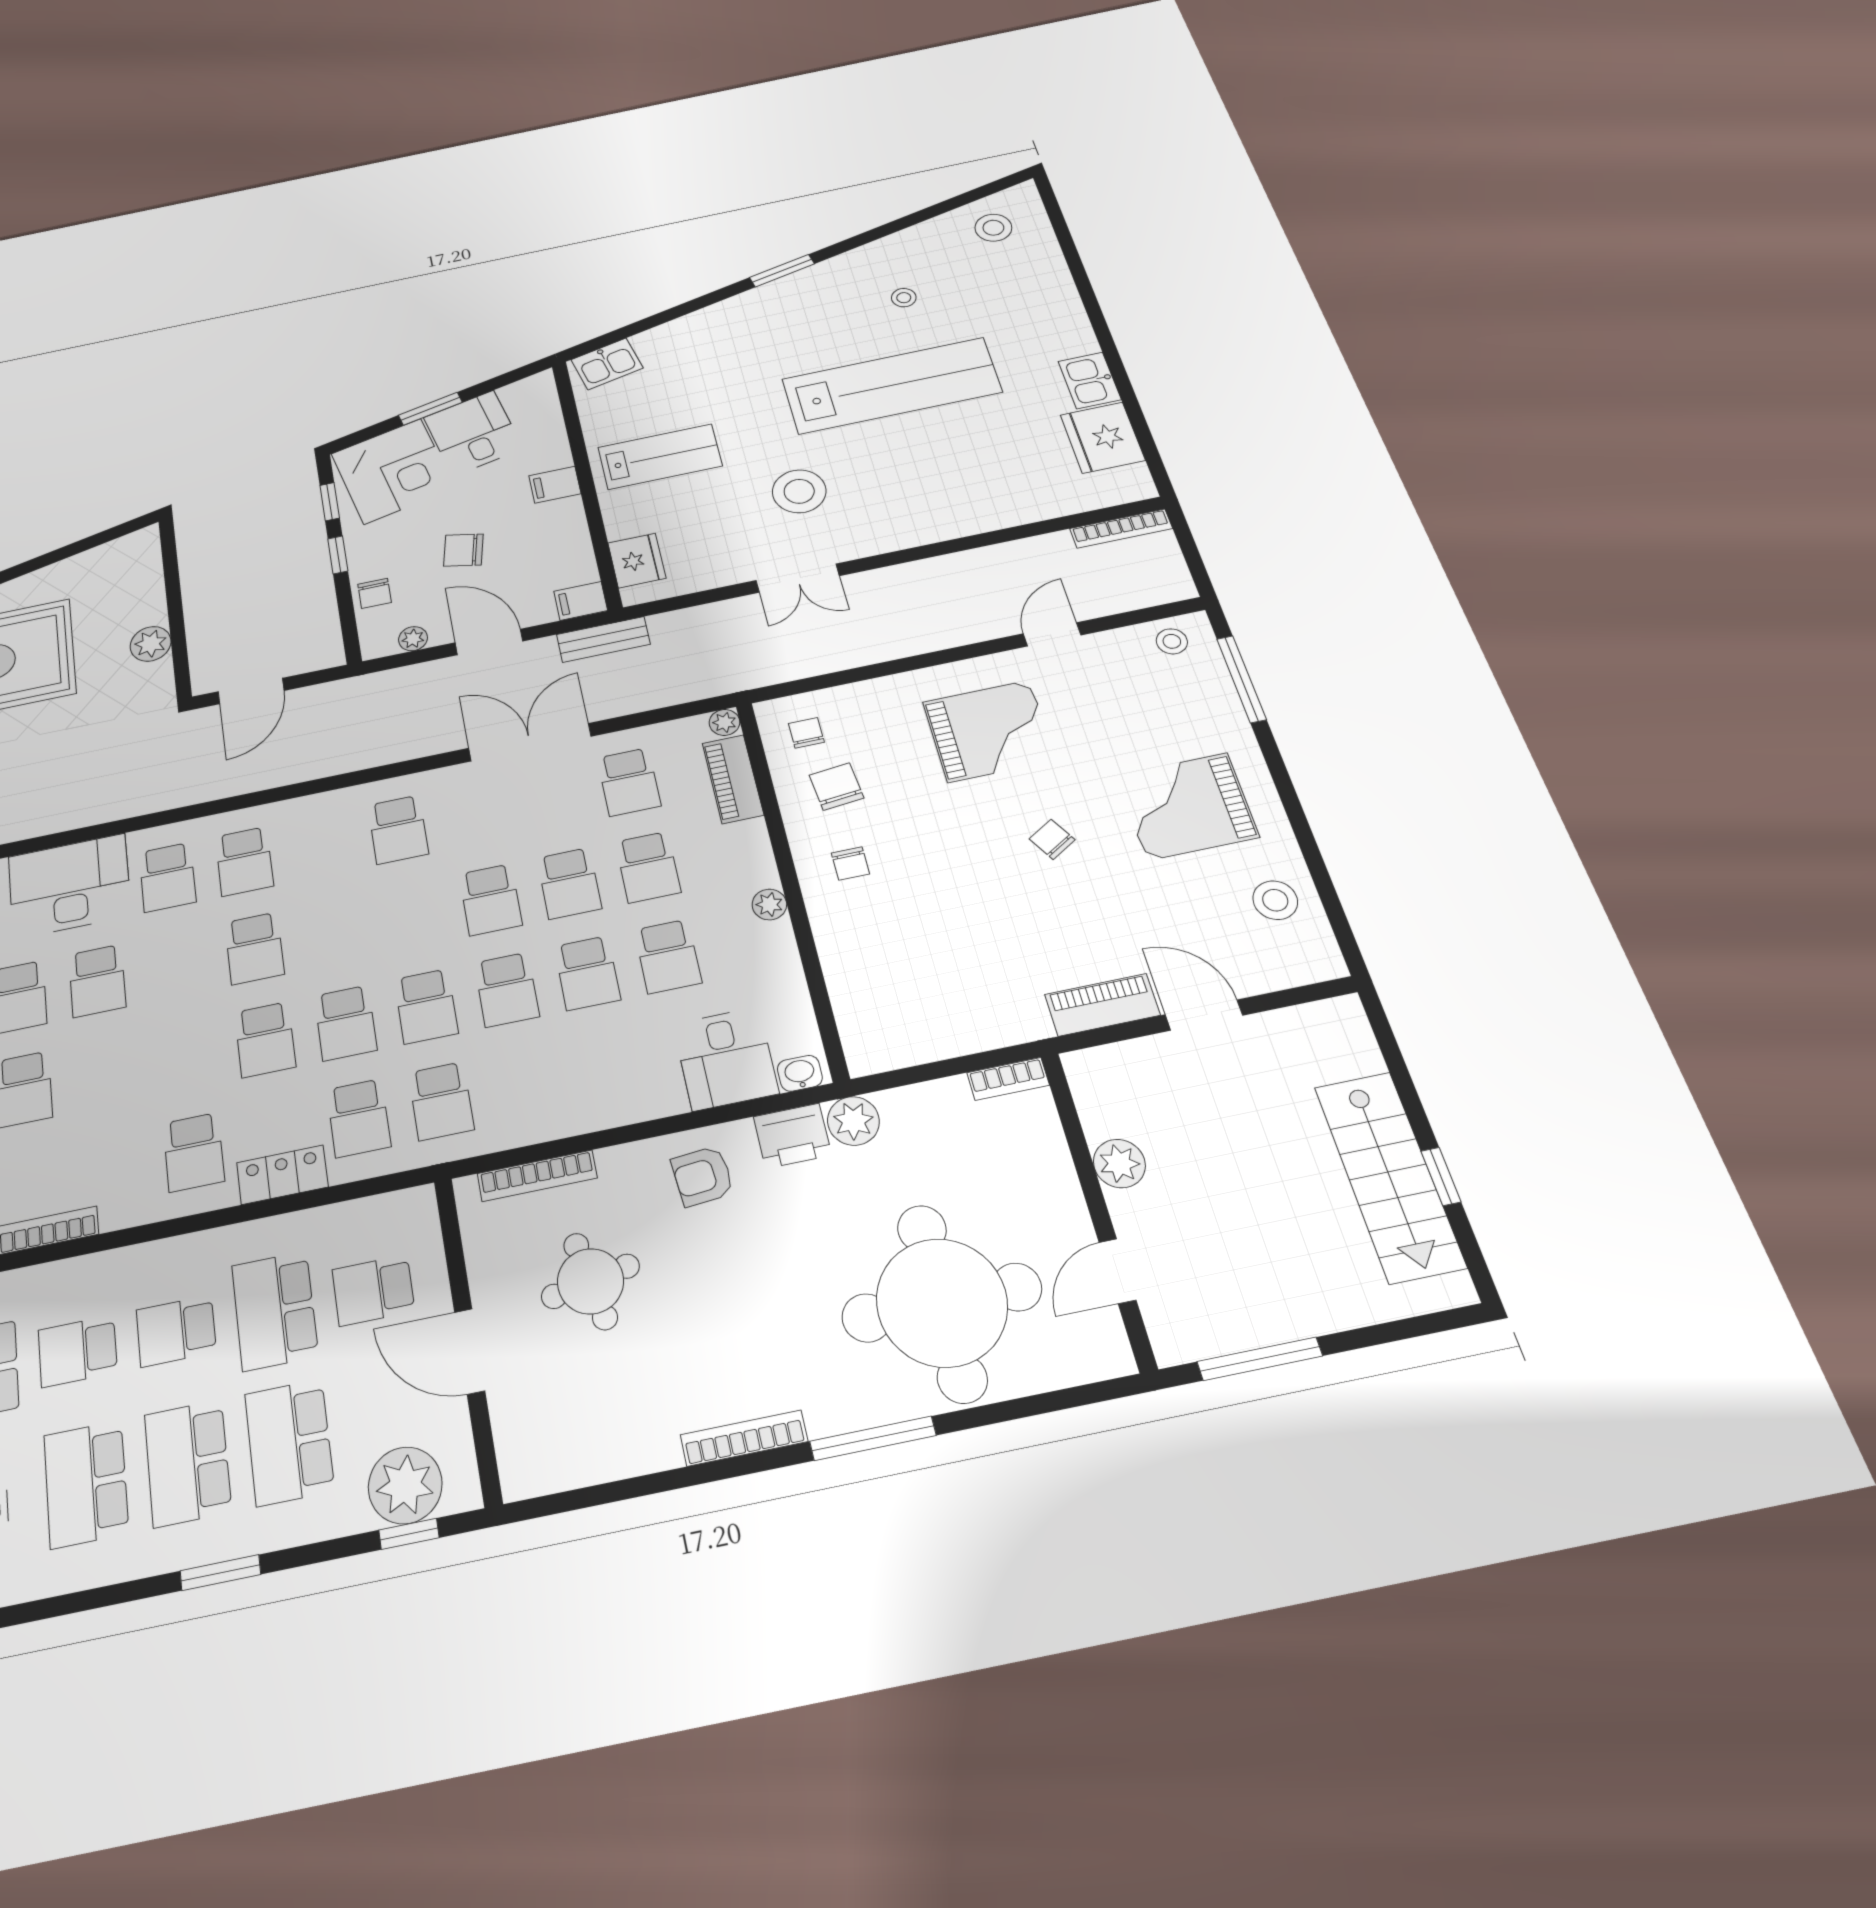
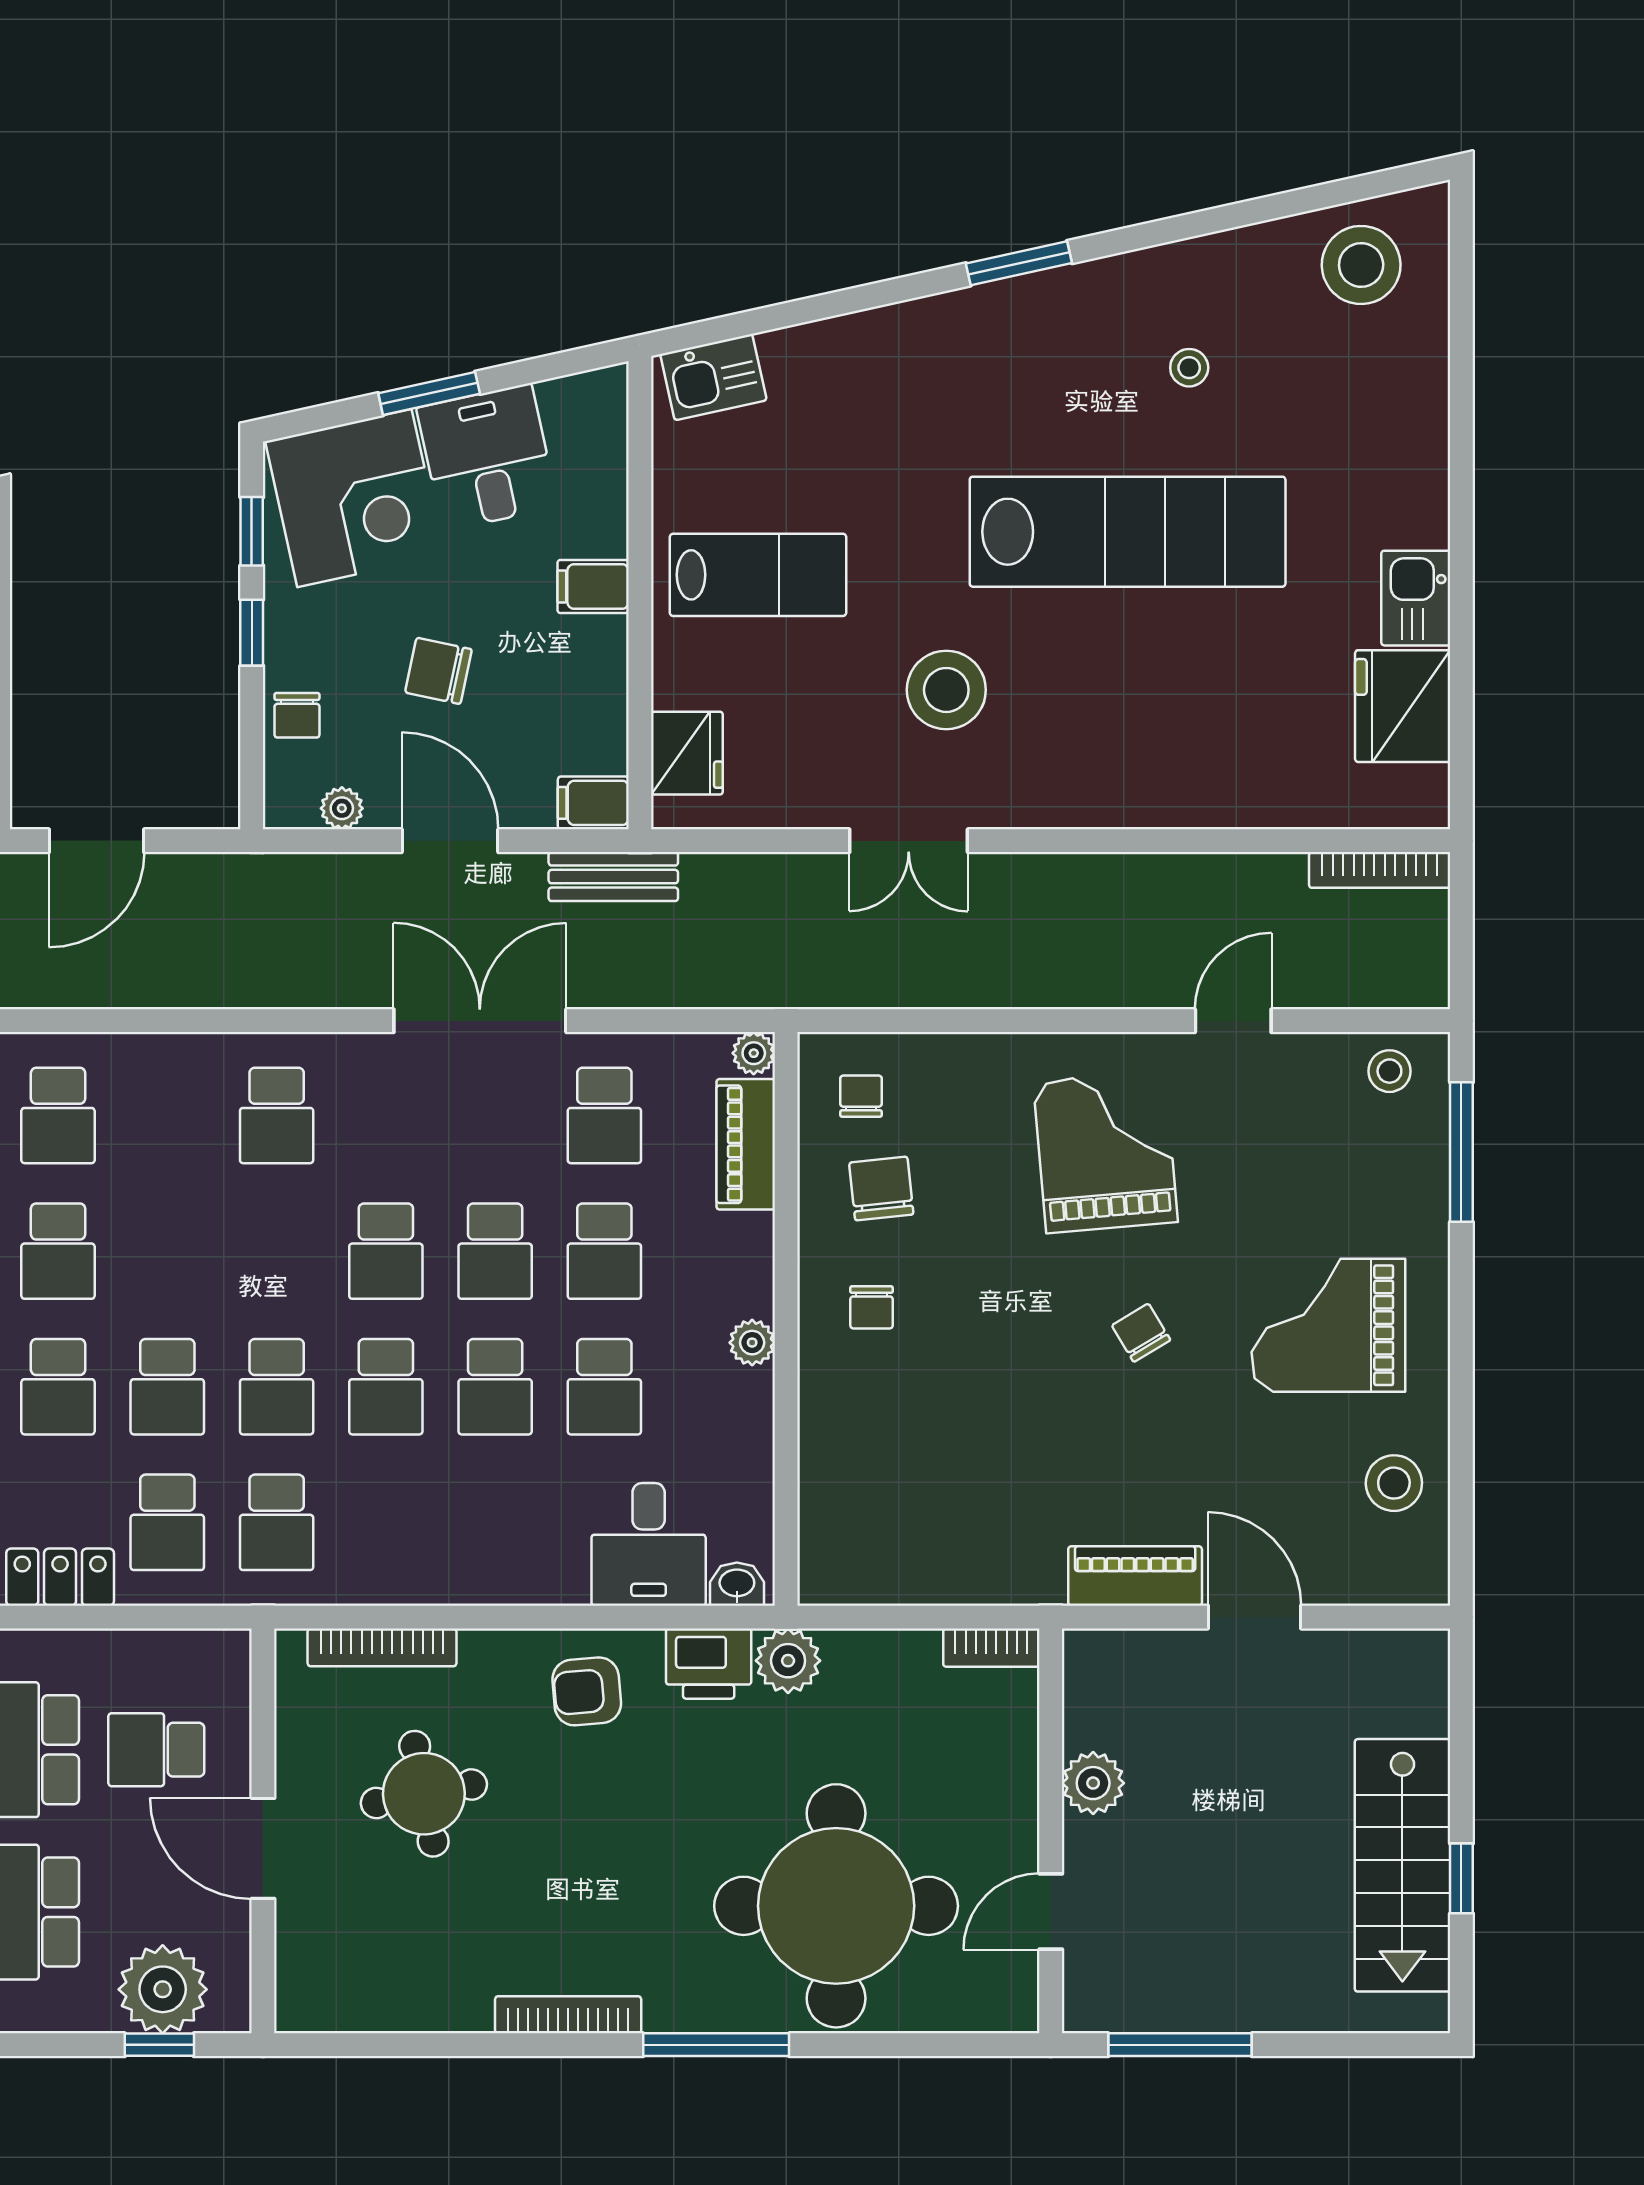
stool: (993, 228) -> (1361, 265), width x1.38, depth x1.38
grand piano: (989, 731) -> (1105, 1152), turned -95

